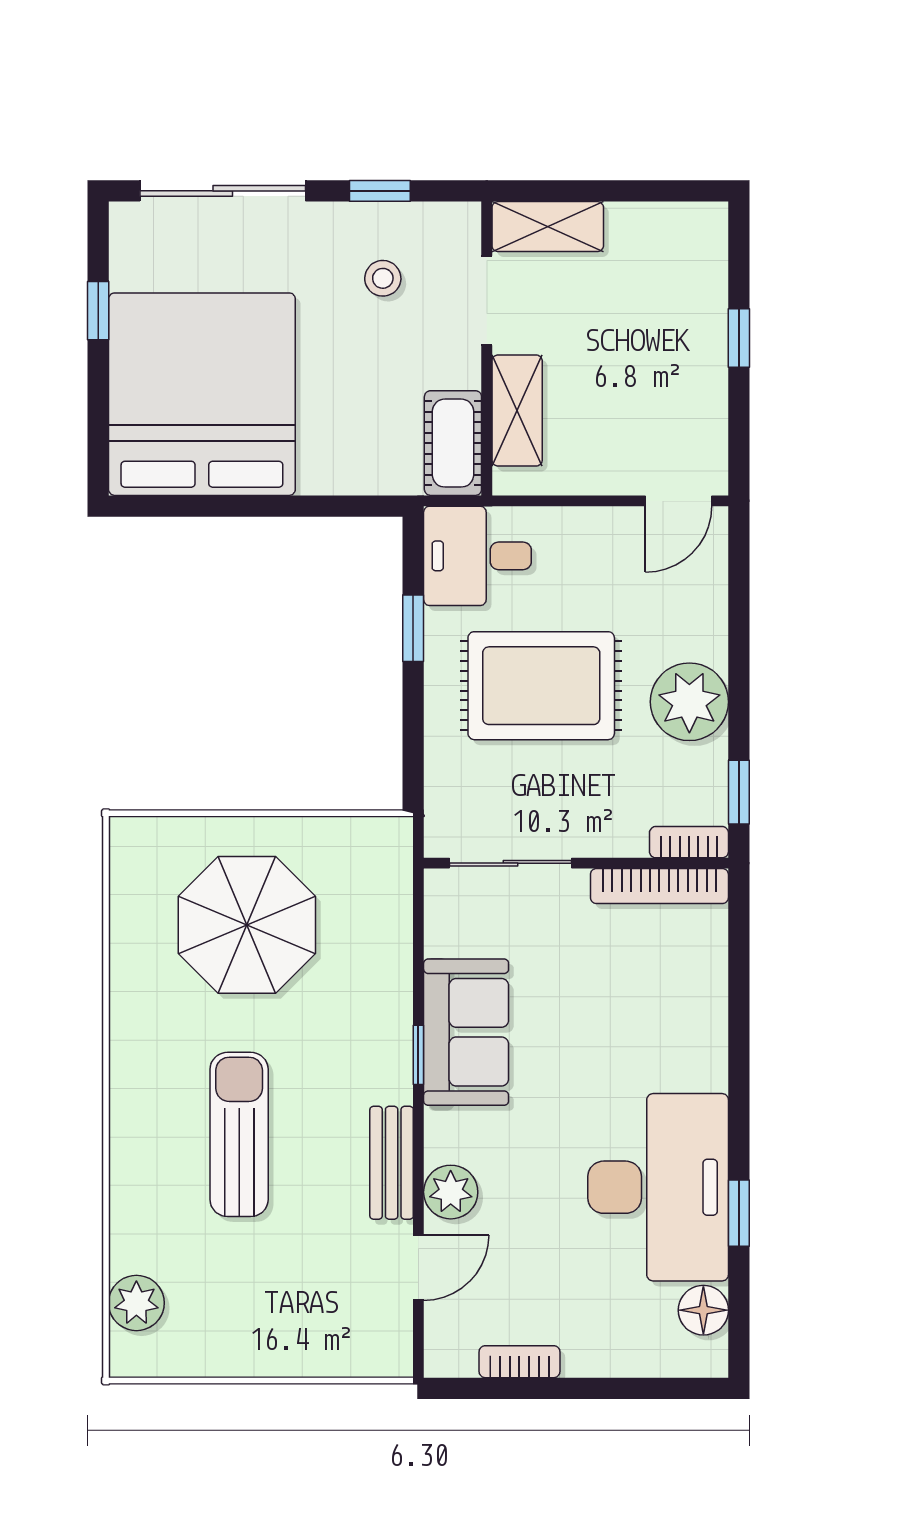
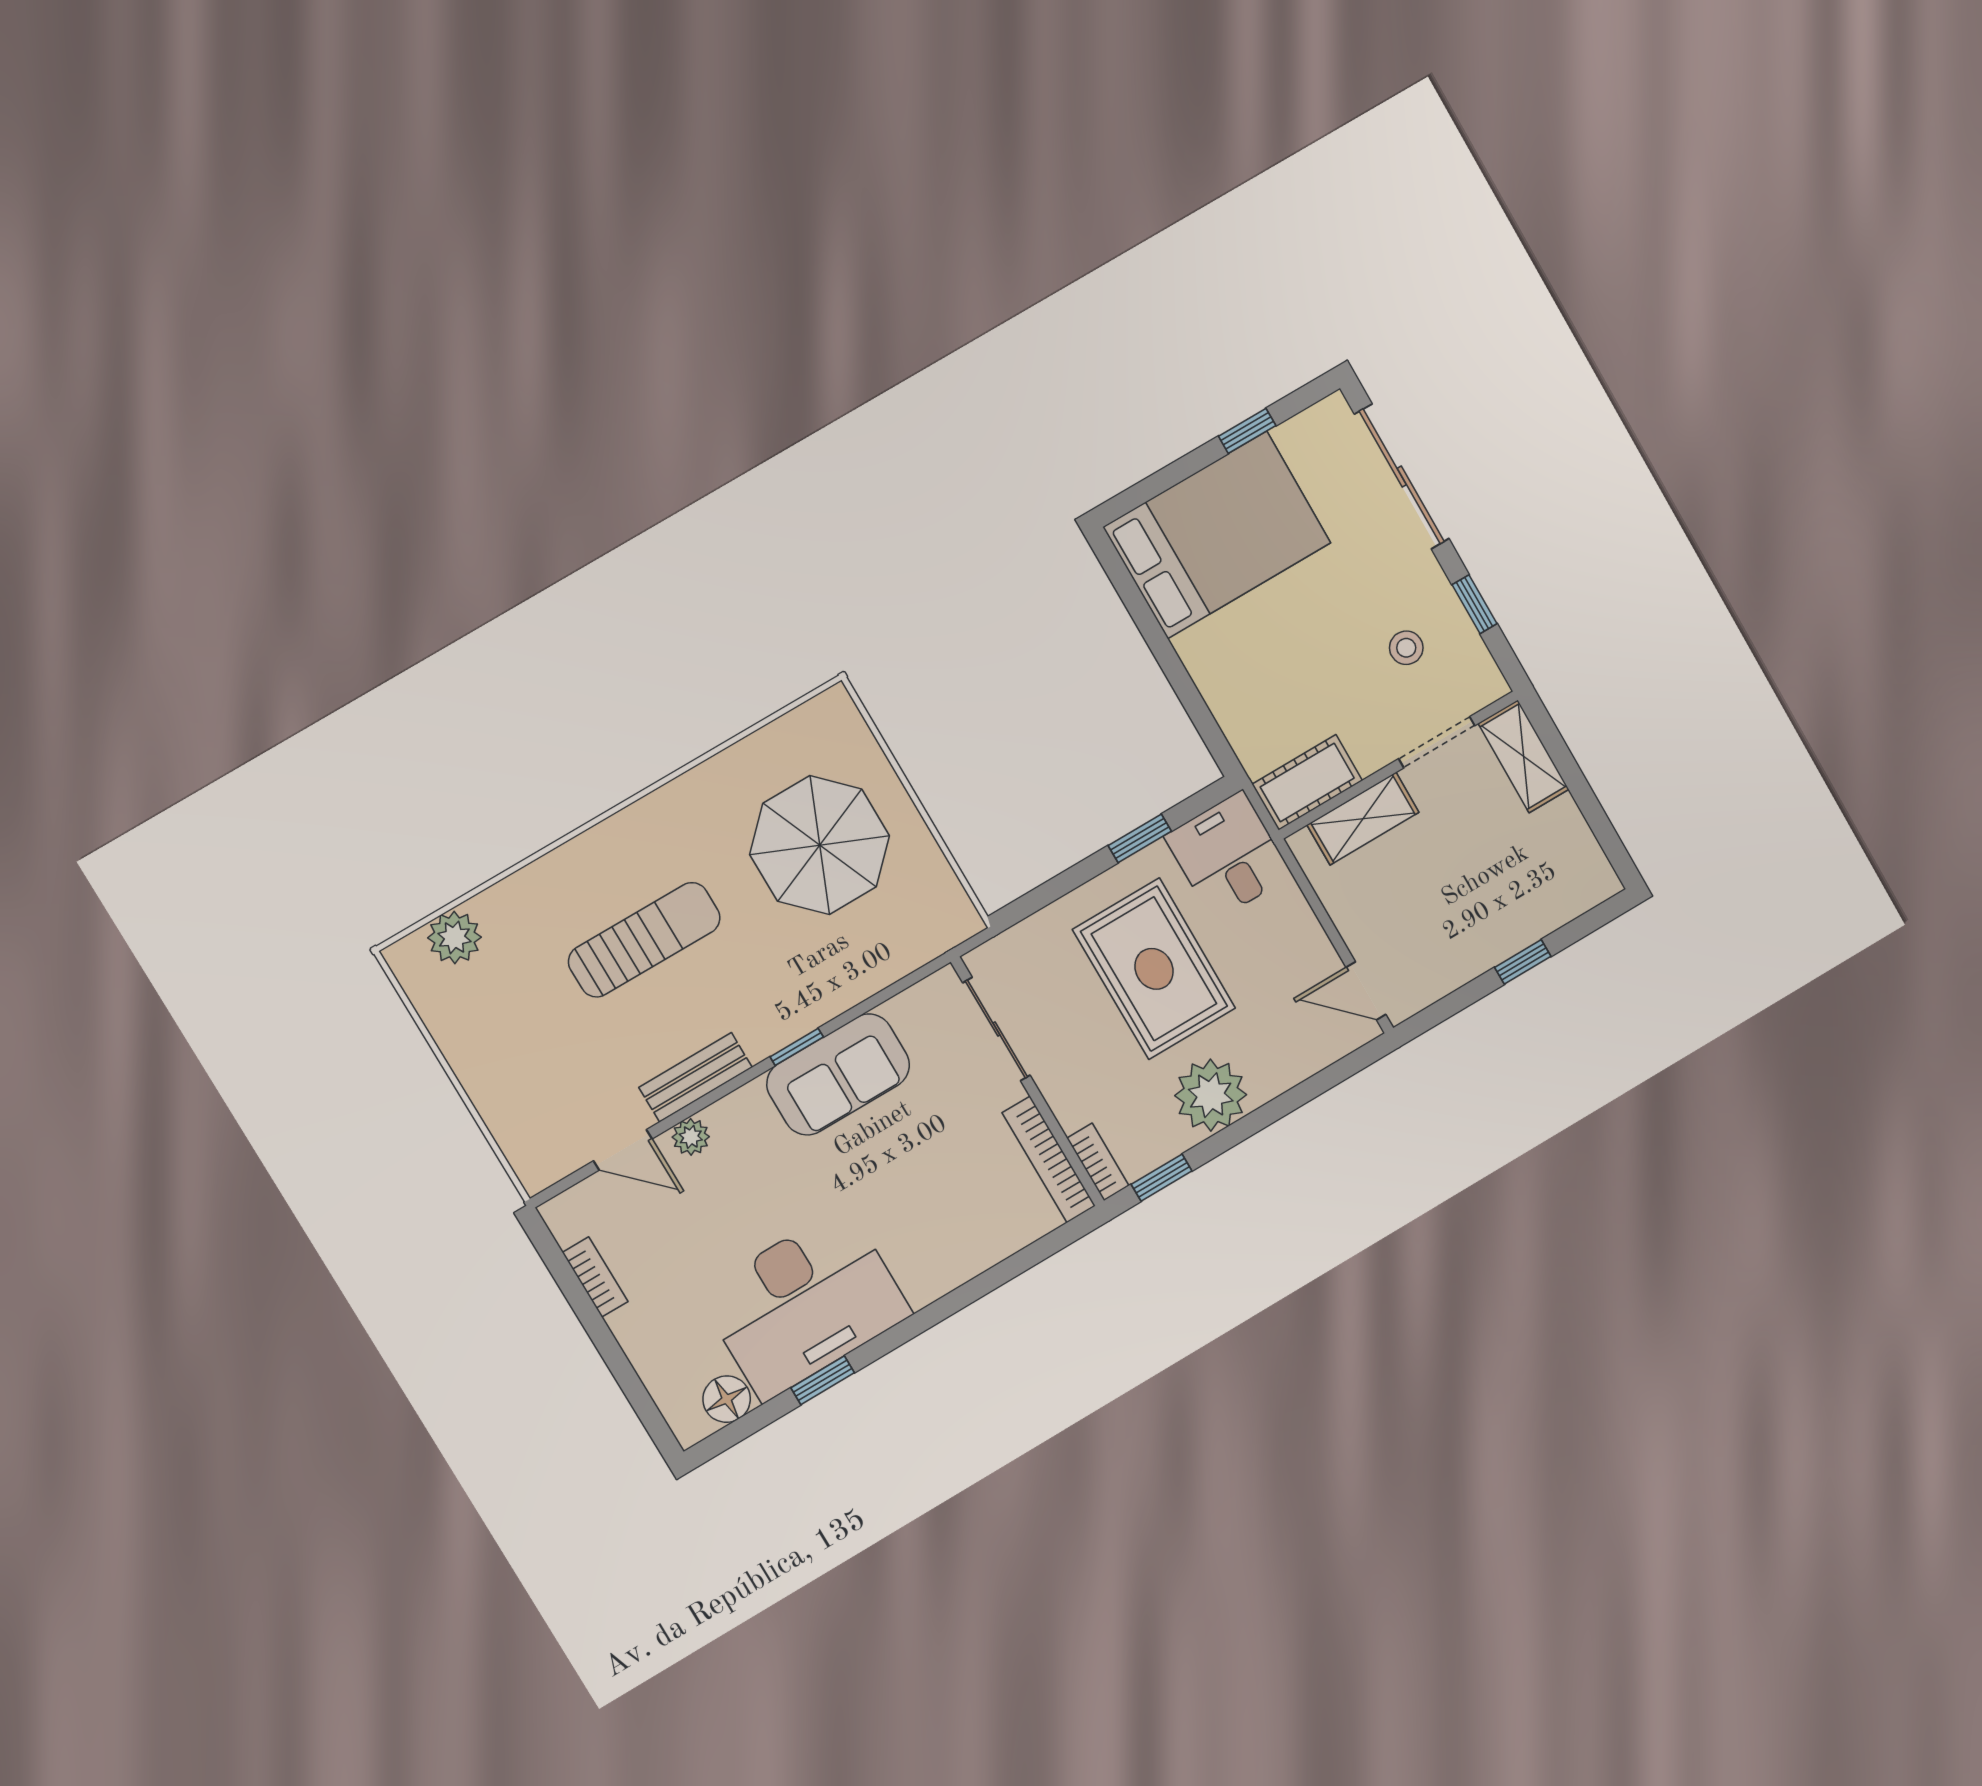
bed: (202, 394) -> (1217, 535), width x0.73
plant: (451, 1192) -> (691, 1137), width x0.73, depth x0.73

